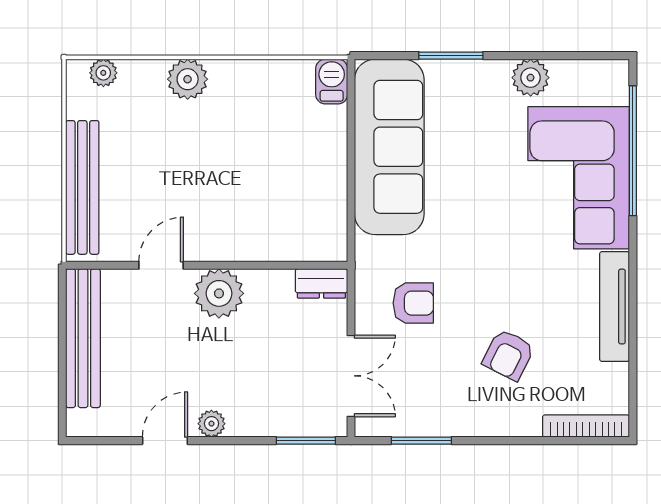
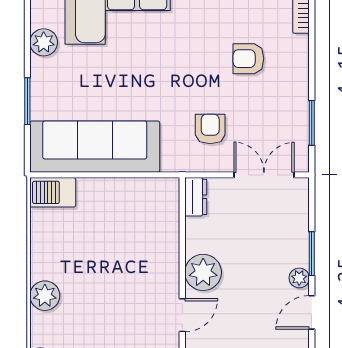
barbecue: (332, 81) -> (53, 192), width x1.38, depth x1.27
door: (161, 265) -> (182, 315), swing flipped
armchair: (508, 355) -> (248, 59), turned 153
door: (165, 441) -> (312, 312), hinge flipped
window: (306, 441) -> (312, 254), moved

